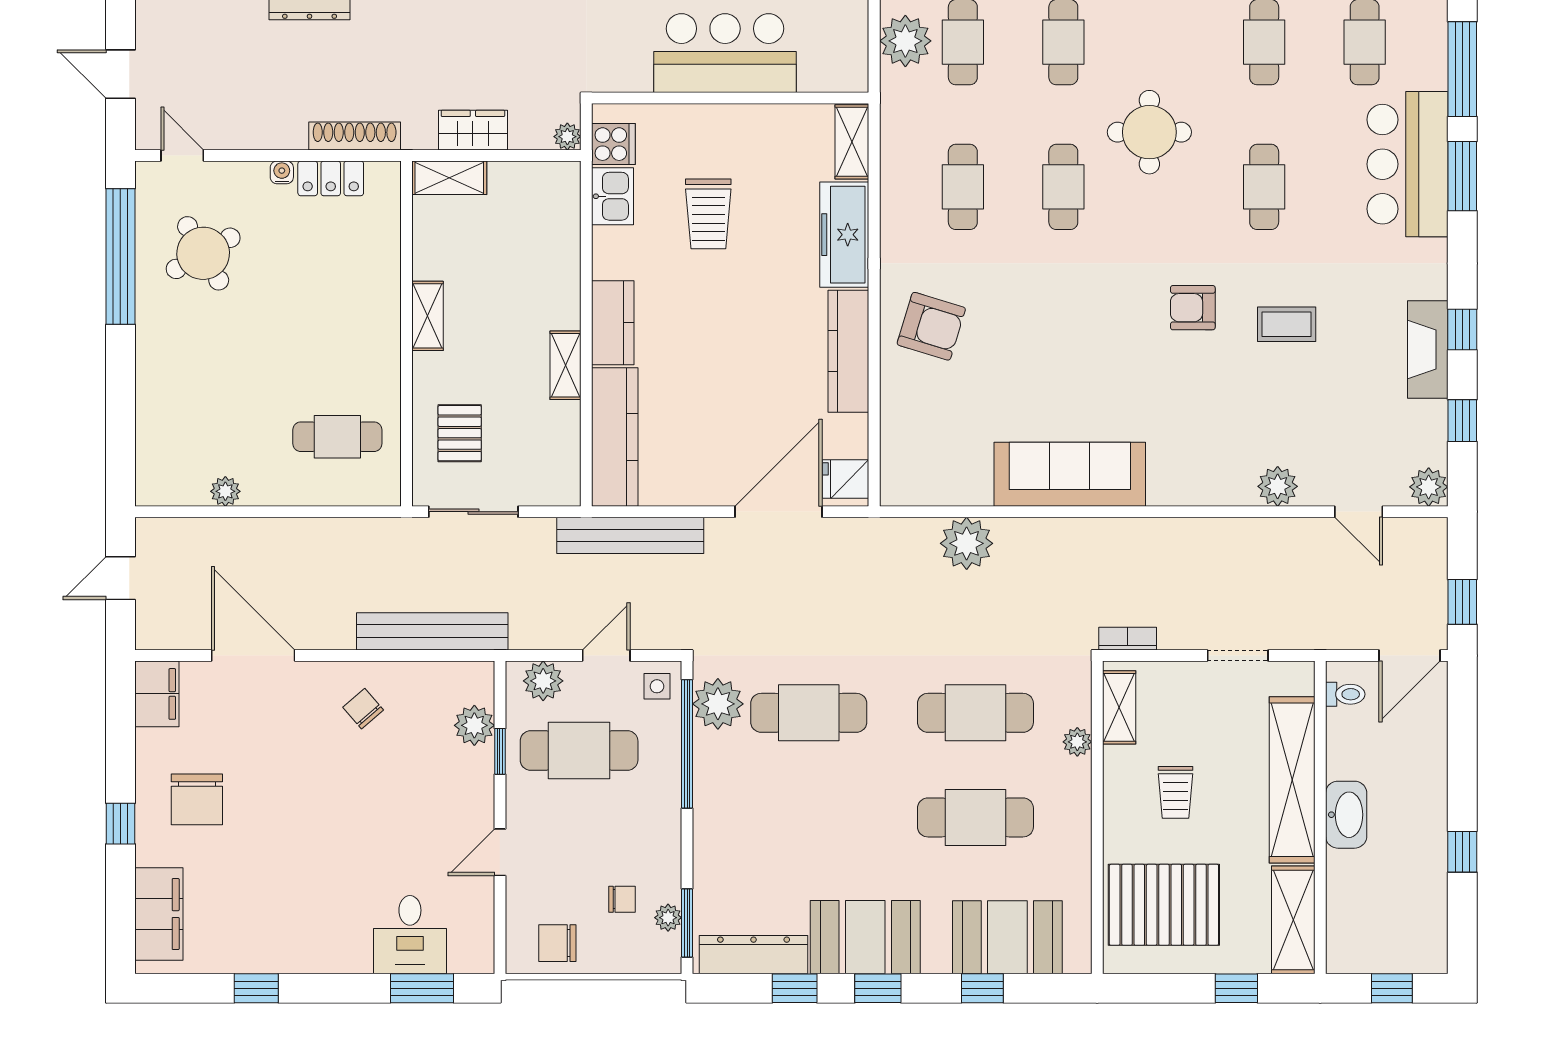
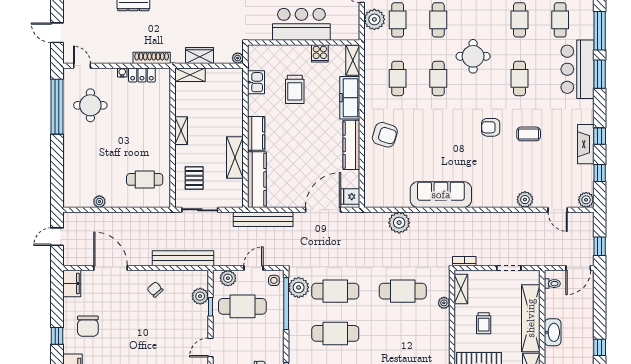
cooker: (613, 144) -> (320, 53), moved, turned 90
round table: (203, 253) -> (90, 105), turned 30
shelving: (565, 365) -> (235, 157), width x1.50, depth x1.33
cafe table: (975, 817) -> (335, 333), moved

